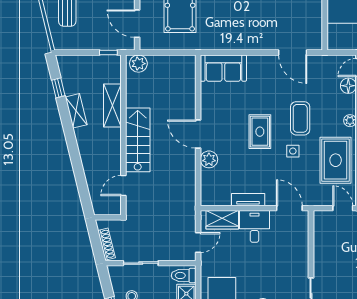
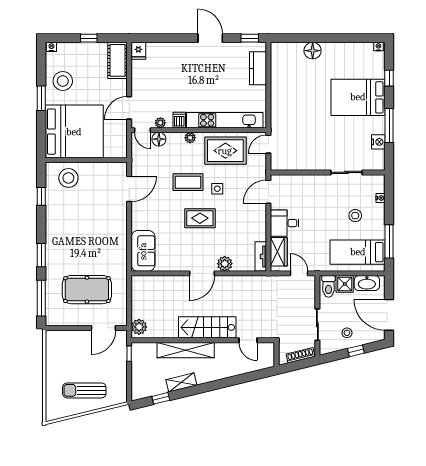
shelving: (112, 106) -> (186, 350), width x1.47
tv unit: (248, 200) -> (261, 256), moved

